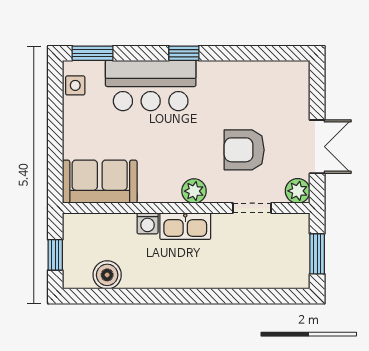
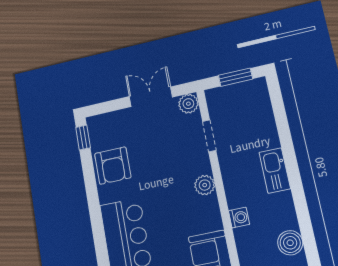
window: (184, 53) -> (83, 138), moved
armchair: (244, 150) -> (113, 166), moved
kitchen sink: (185, 226) -> (275, 170), moved, turned 180

